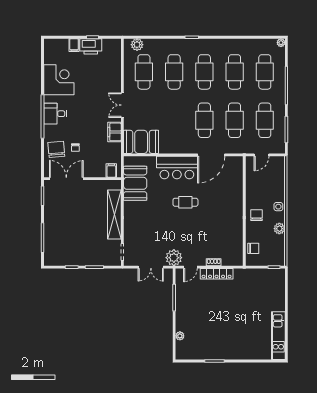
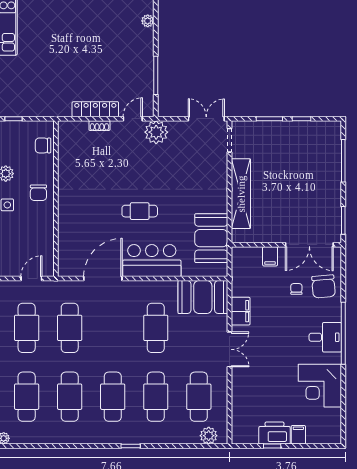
cafe table: (204, 120) -> (156, 328), moved
filing cabinet: (111, 170) -> (270, 256), moved
double door: (151, 267) -> (206, 119), moved

